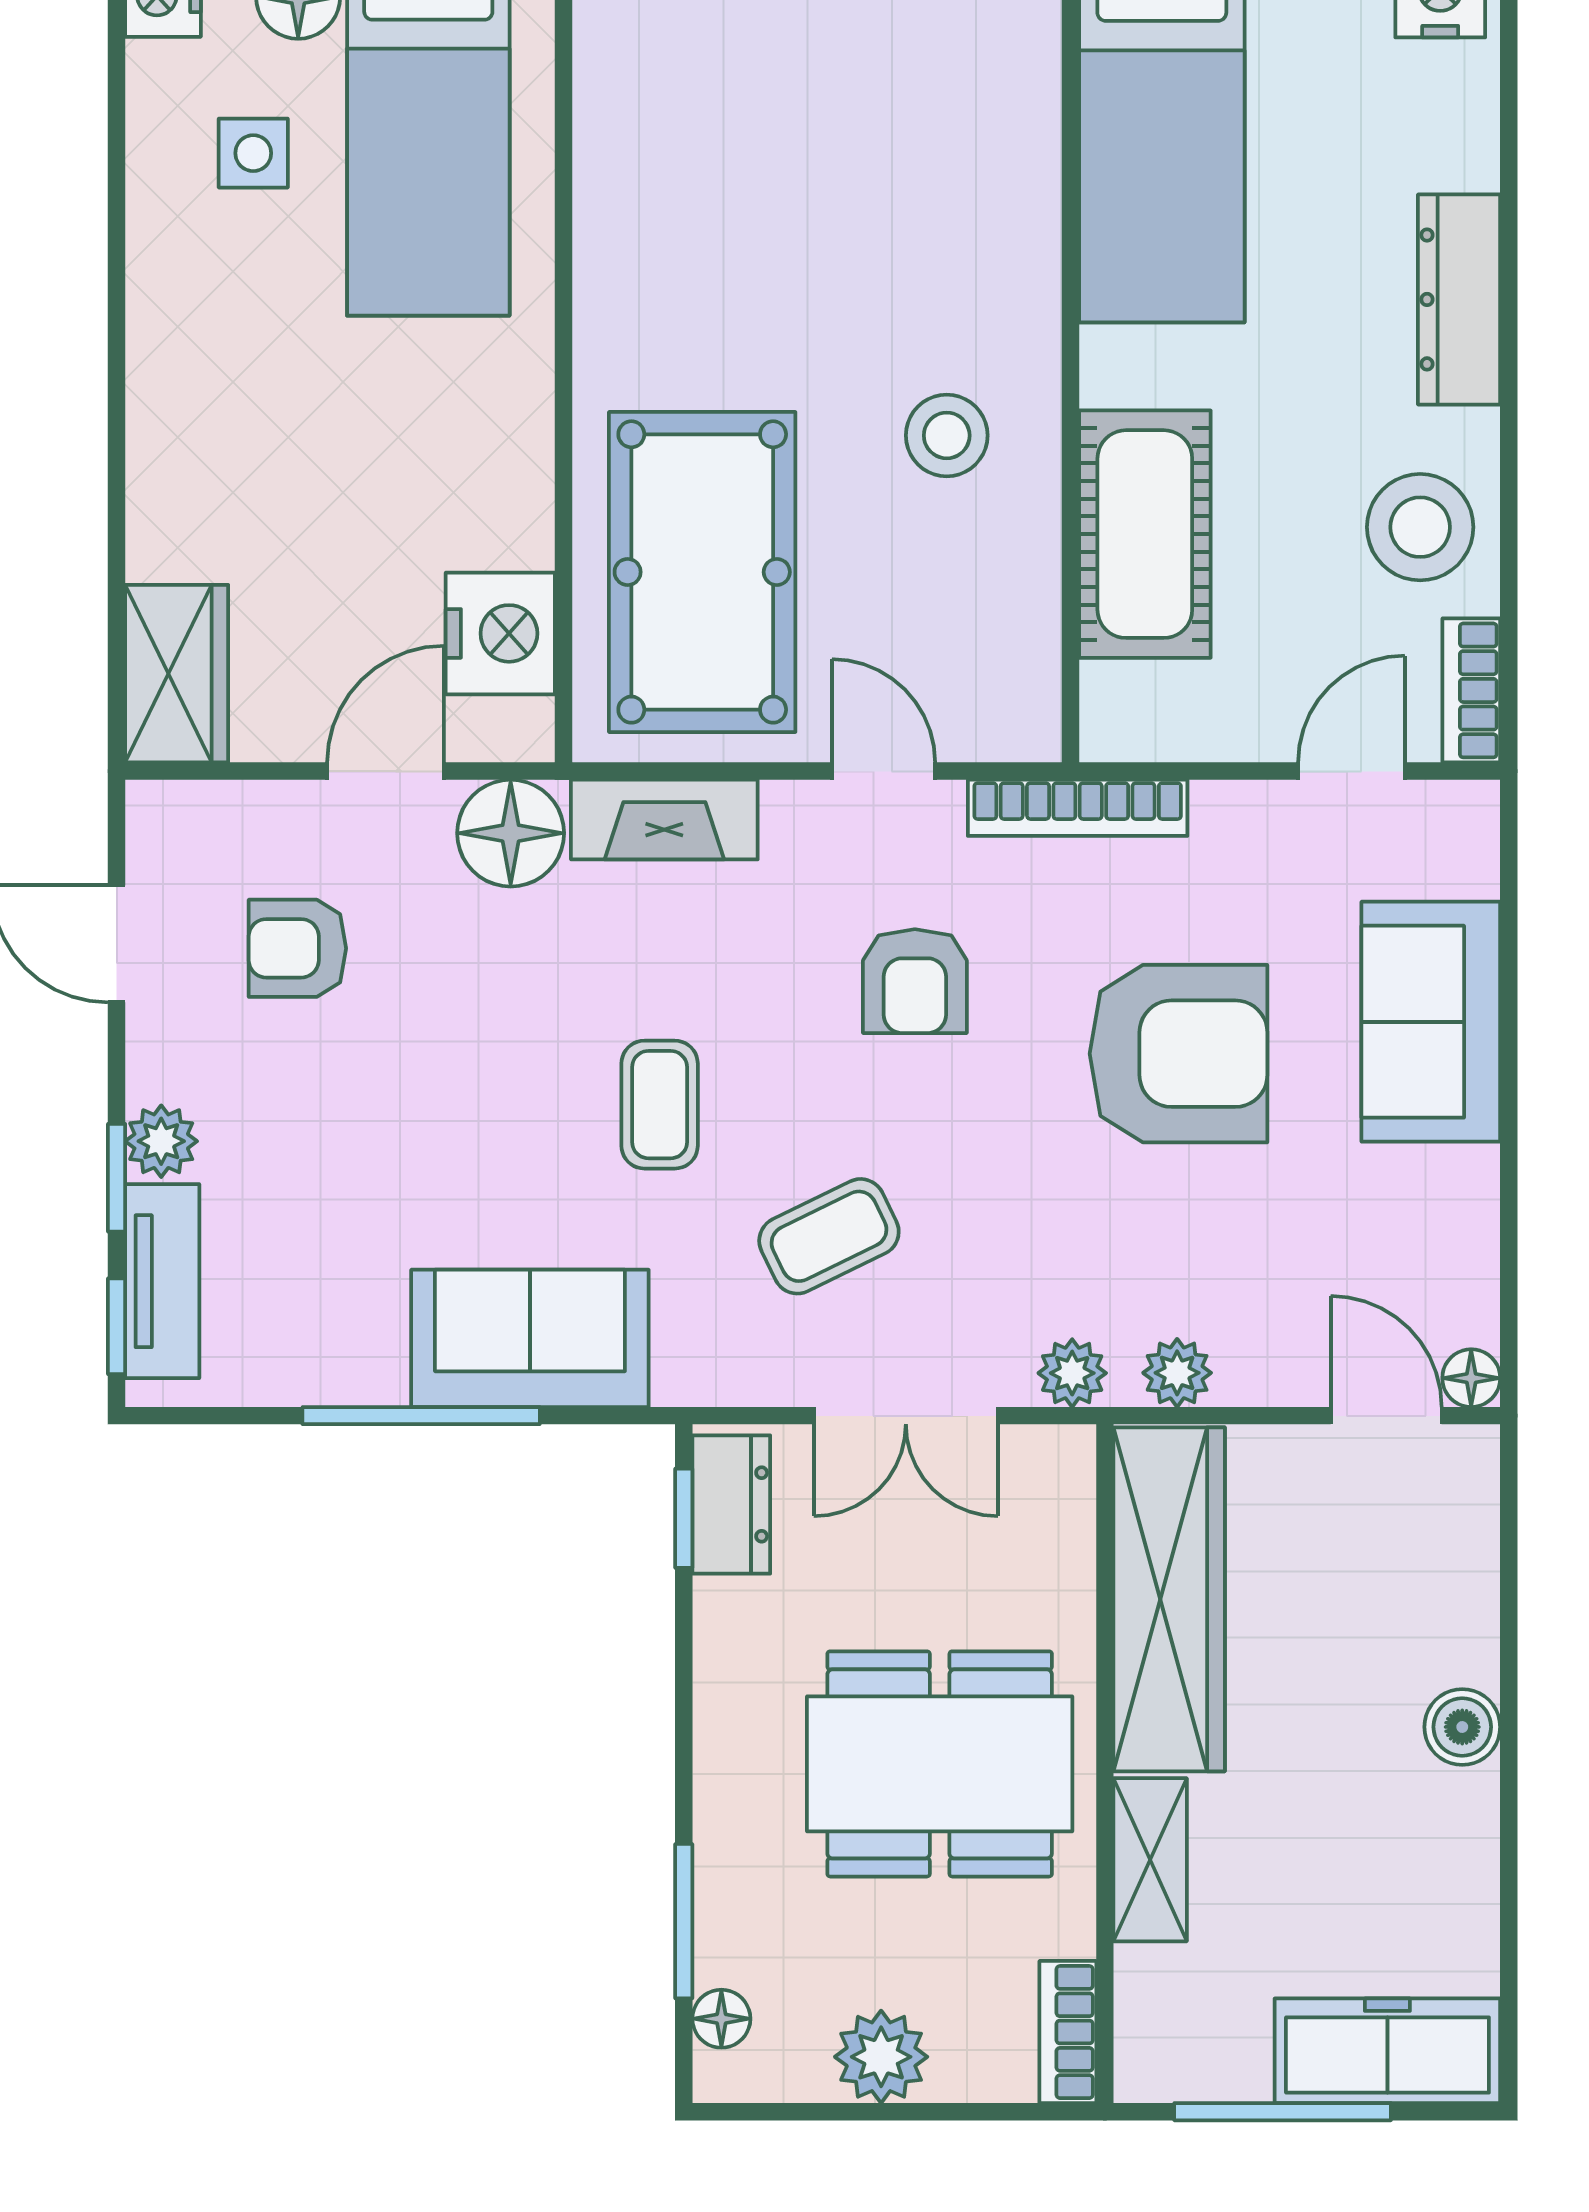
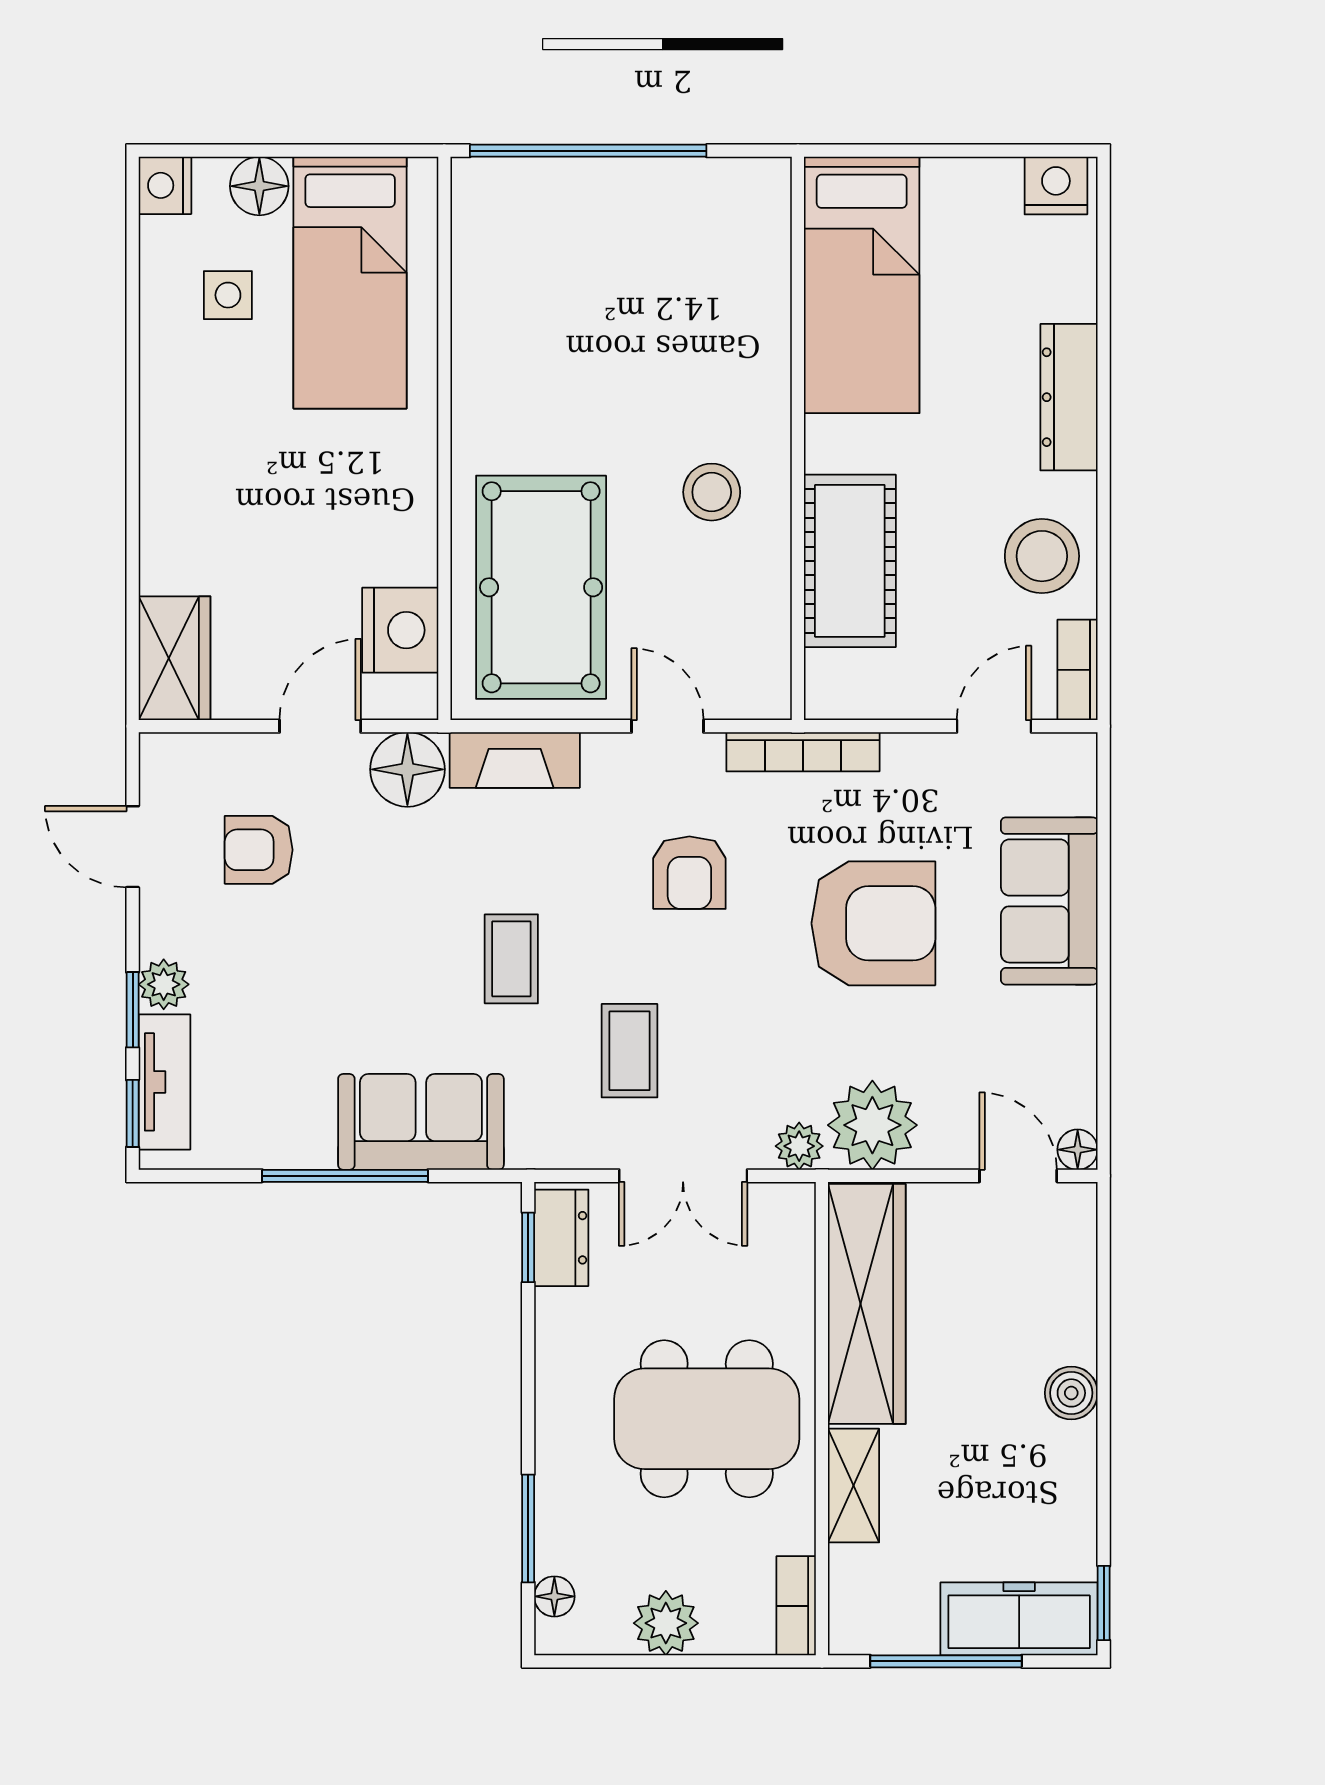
coffee table: (829, 1236) -> (630, 1051), turned -64
plant: (1177, 1373) -> (872, 1125), width x1.88, depth x1.88
window: (1509, 2028) -> (1104, 1603), added

